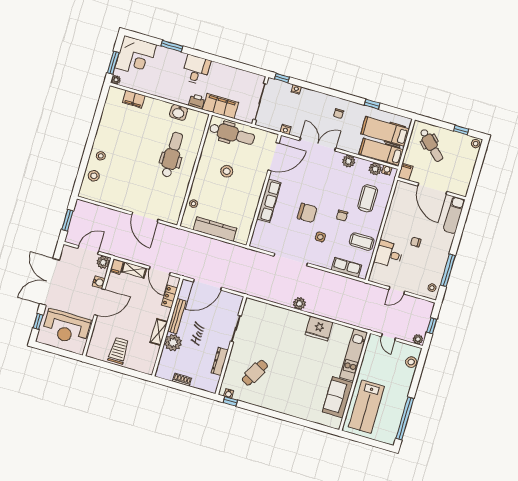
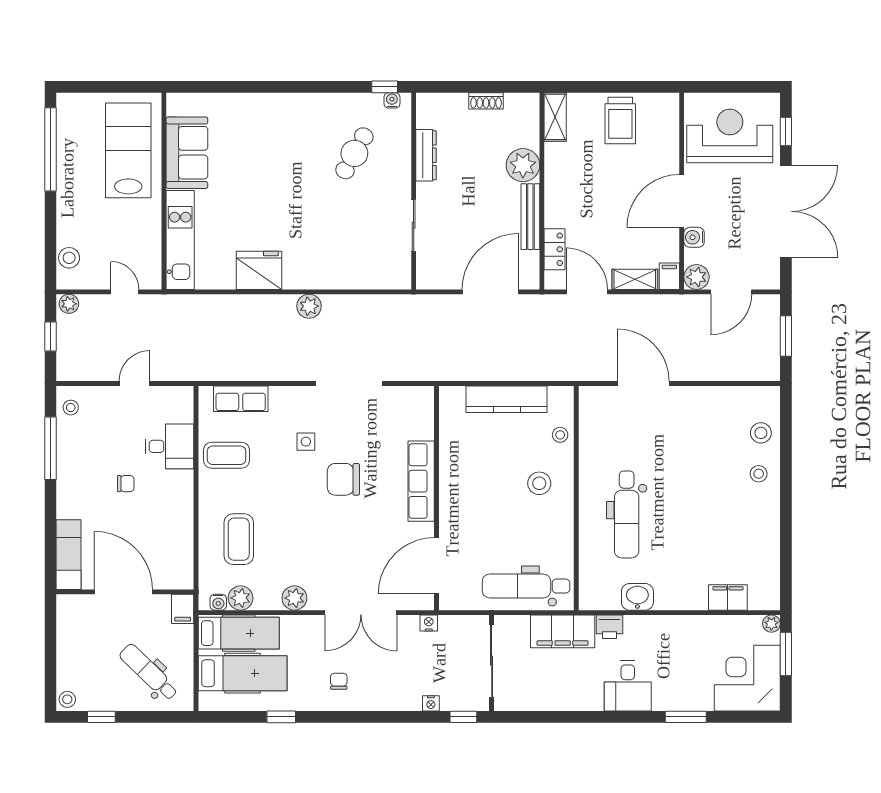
stool: (227, 171) -> (539, 483), moved
chair: (342, 215) -> (277, 493), removed
shelving: (159, 332) -> (555, 117), moved

